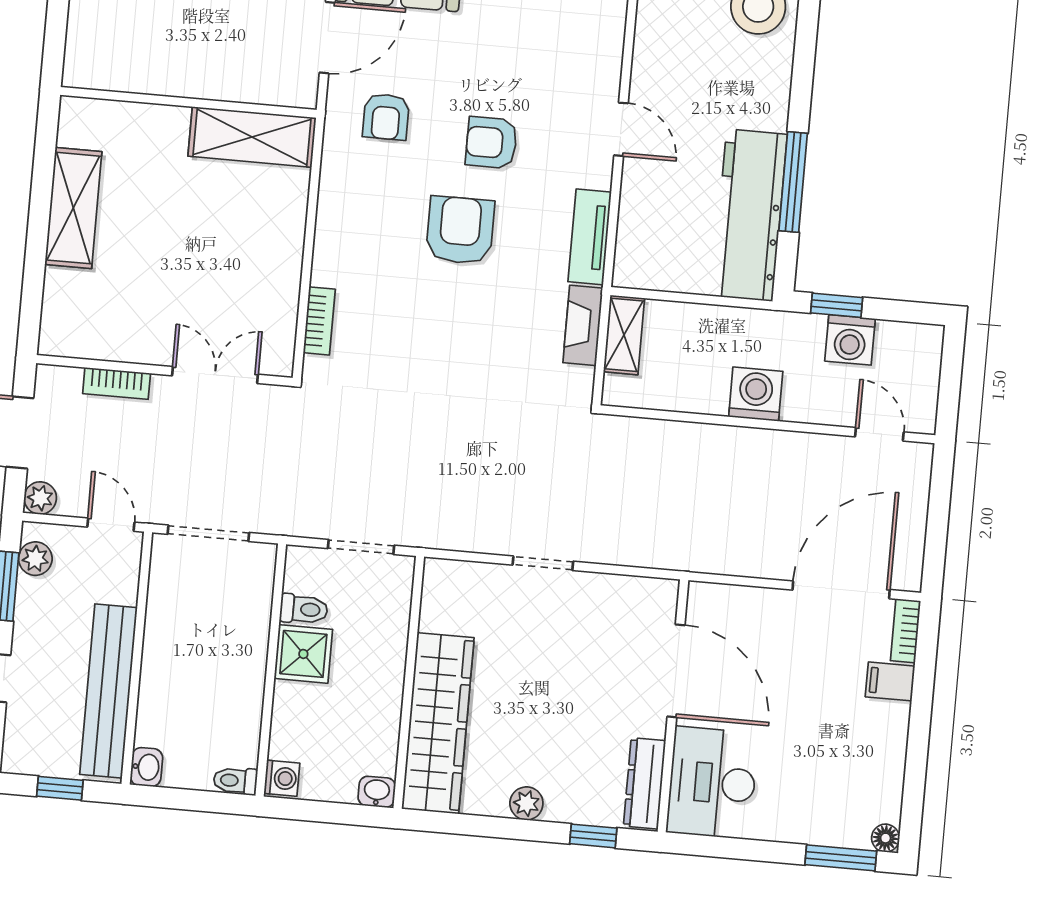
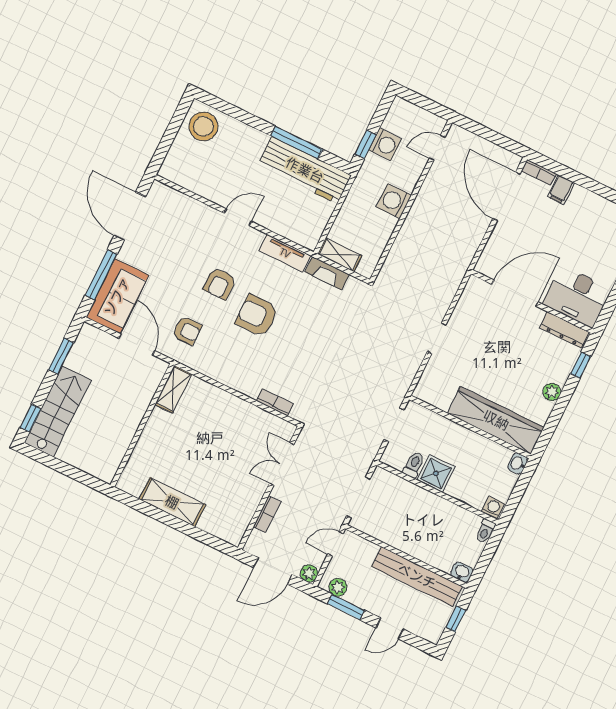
shelving: (252, 137) -> (173, 389), width x0.67, depth x0.75

